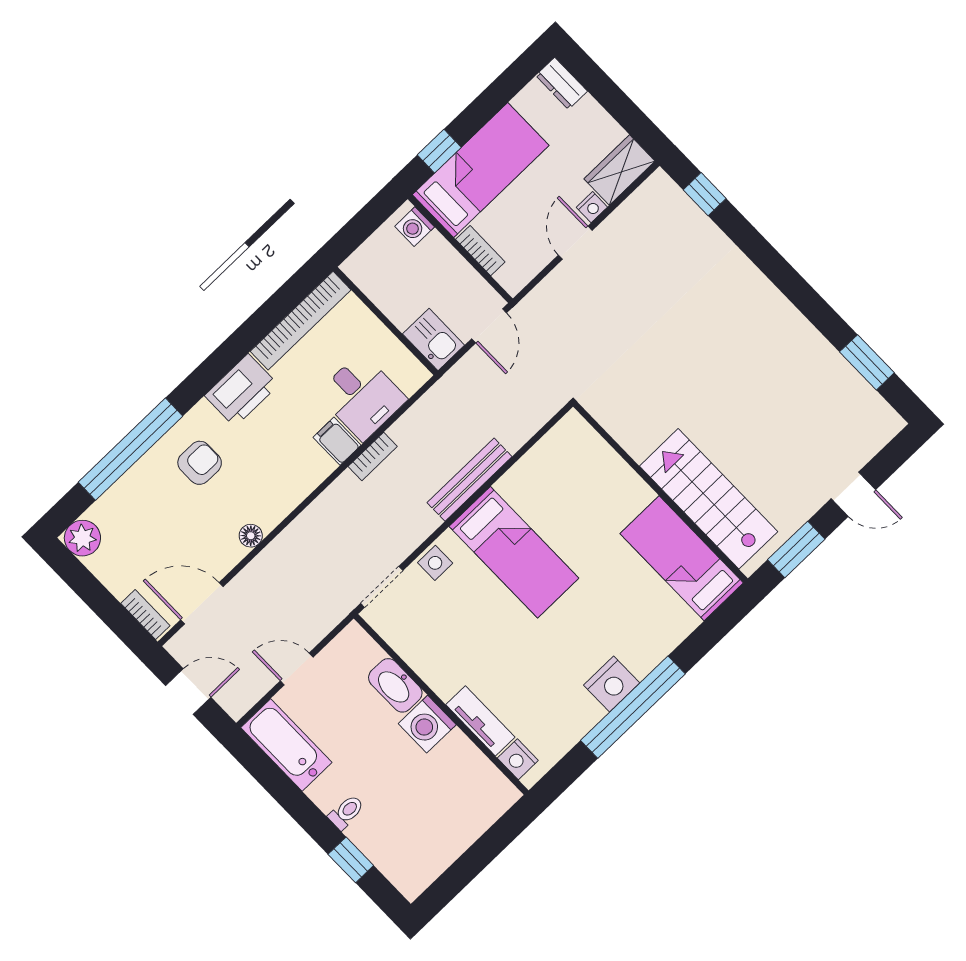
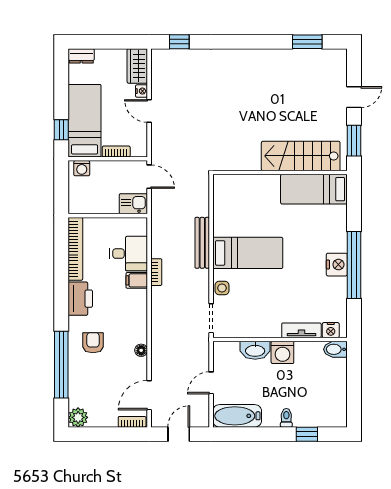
bidet: (498, 790) -> (335, 349), added

